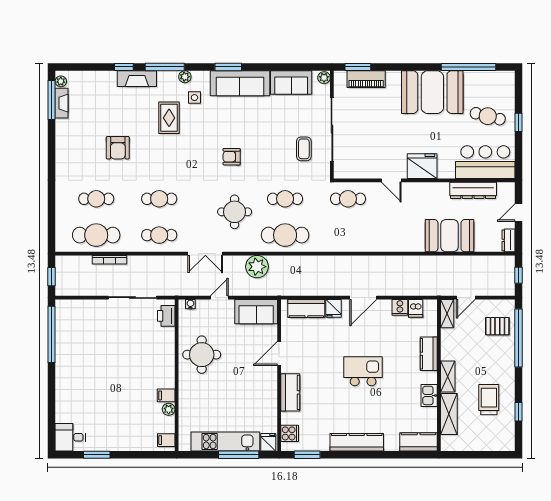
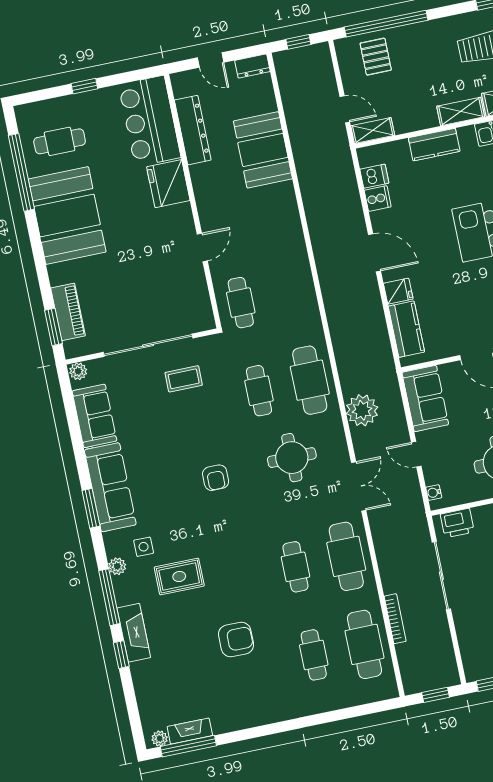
cafe table: (488, 116) -> (60, 141), moved, turned 76
fridge: (422, 166) -> (168, 184), moved
cafe table: (159, 235) -> (346, 556), width x1.37, depth x1.35

